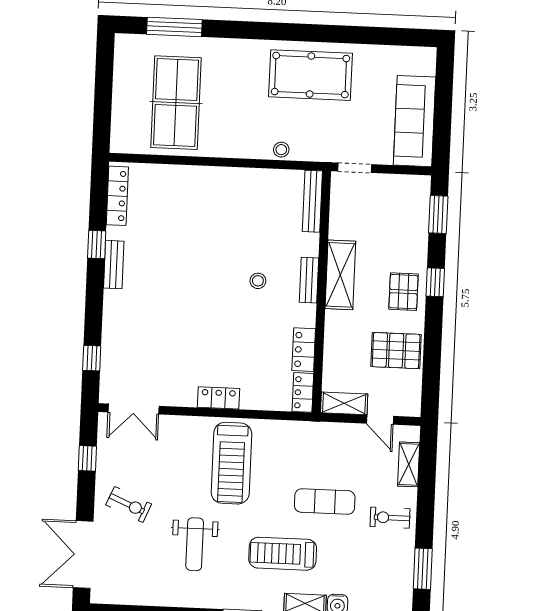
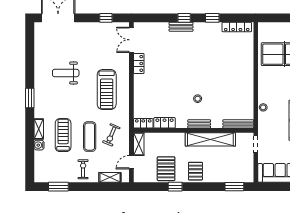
bench: (114, 265) -> (181, 27), moved
shelving: (340, 275) -> (210, 139), width x1.47
window: (435, 282) -> (175, 187), moved
pallet: (404, 292) -> (195, 171), turned 90
window: (92, 358) -> (184, 18), moved
locker: (219, 398) -> (139, 63), moved
treadmill: (231, 463) -> (107, 89), turned -90
exercise bike: (129, 504) -> (111, 135), moved
treadmill: (283, 554) -> (63, 135), moved

